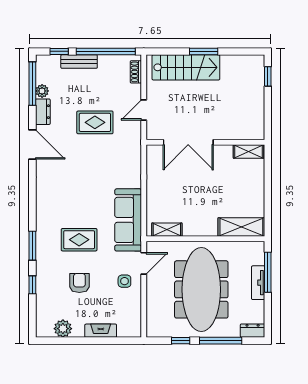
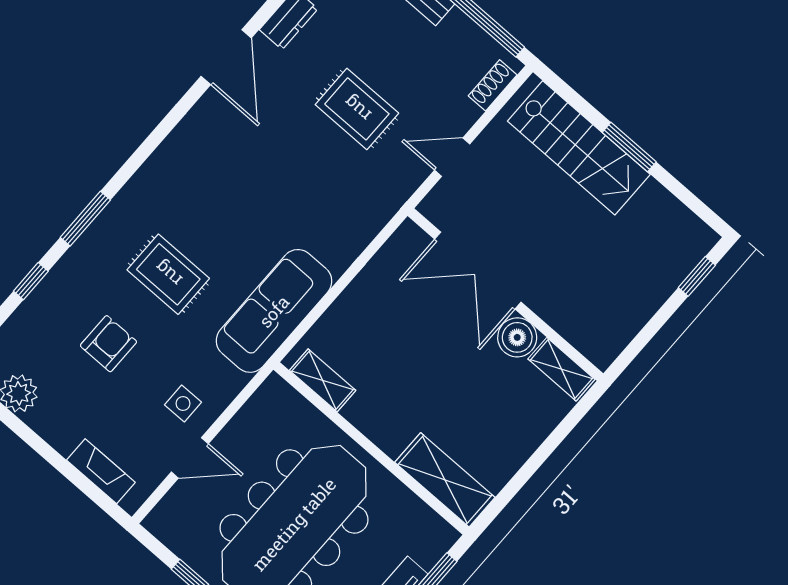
boiler: (223, 154) -> (517, 337), added
door: (144, 263) -> (190, 458), moved
fireplace: (101, 331) -> (101, 471), moved

